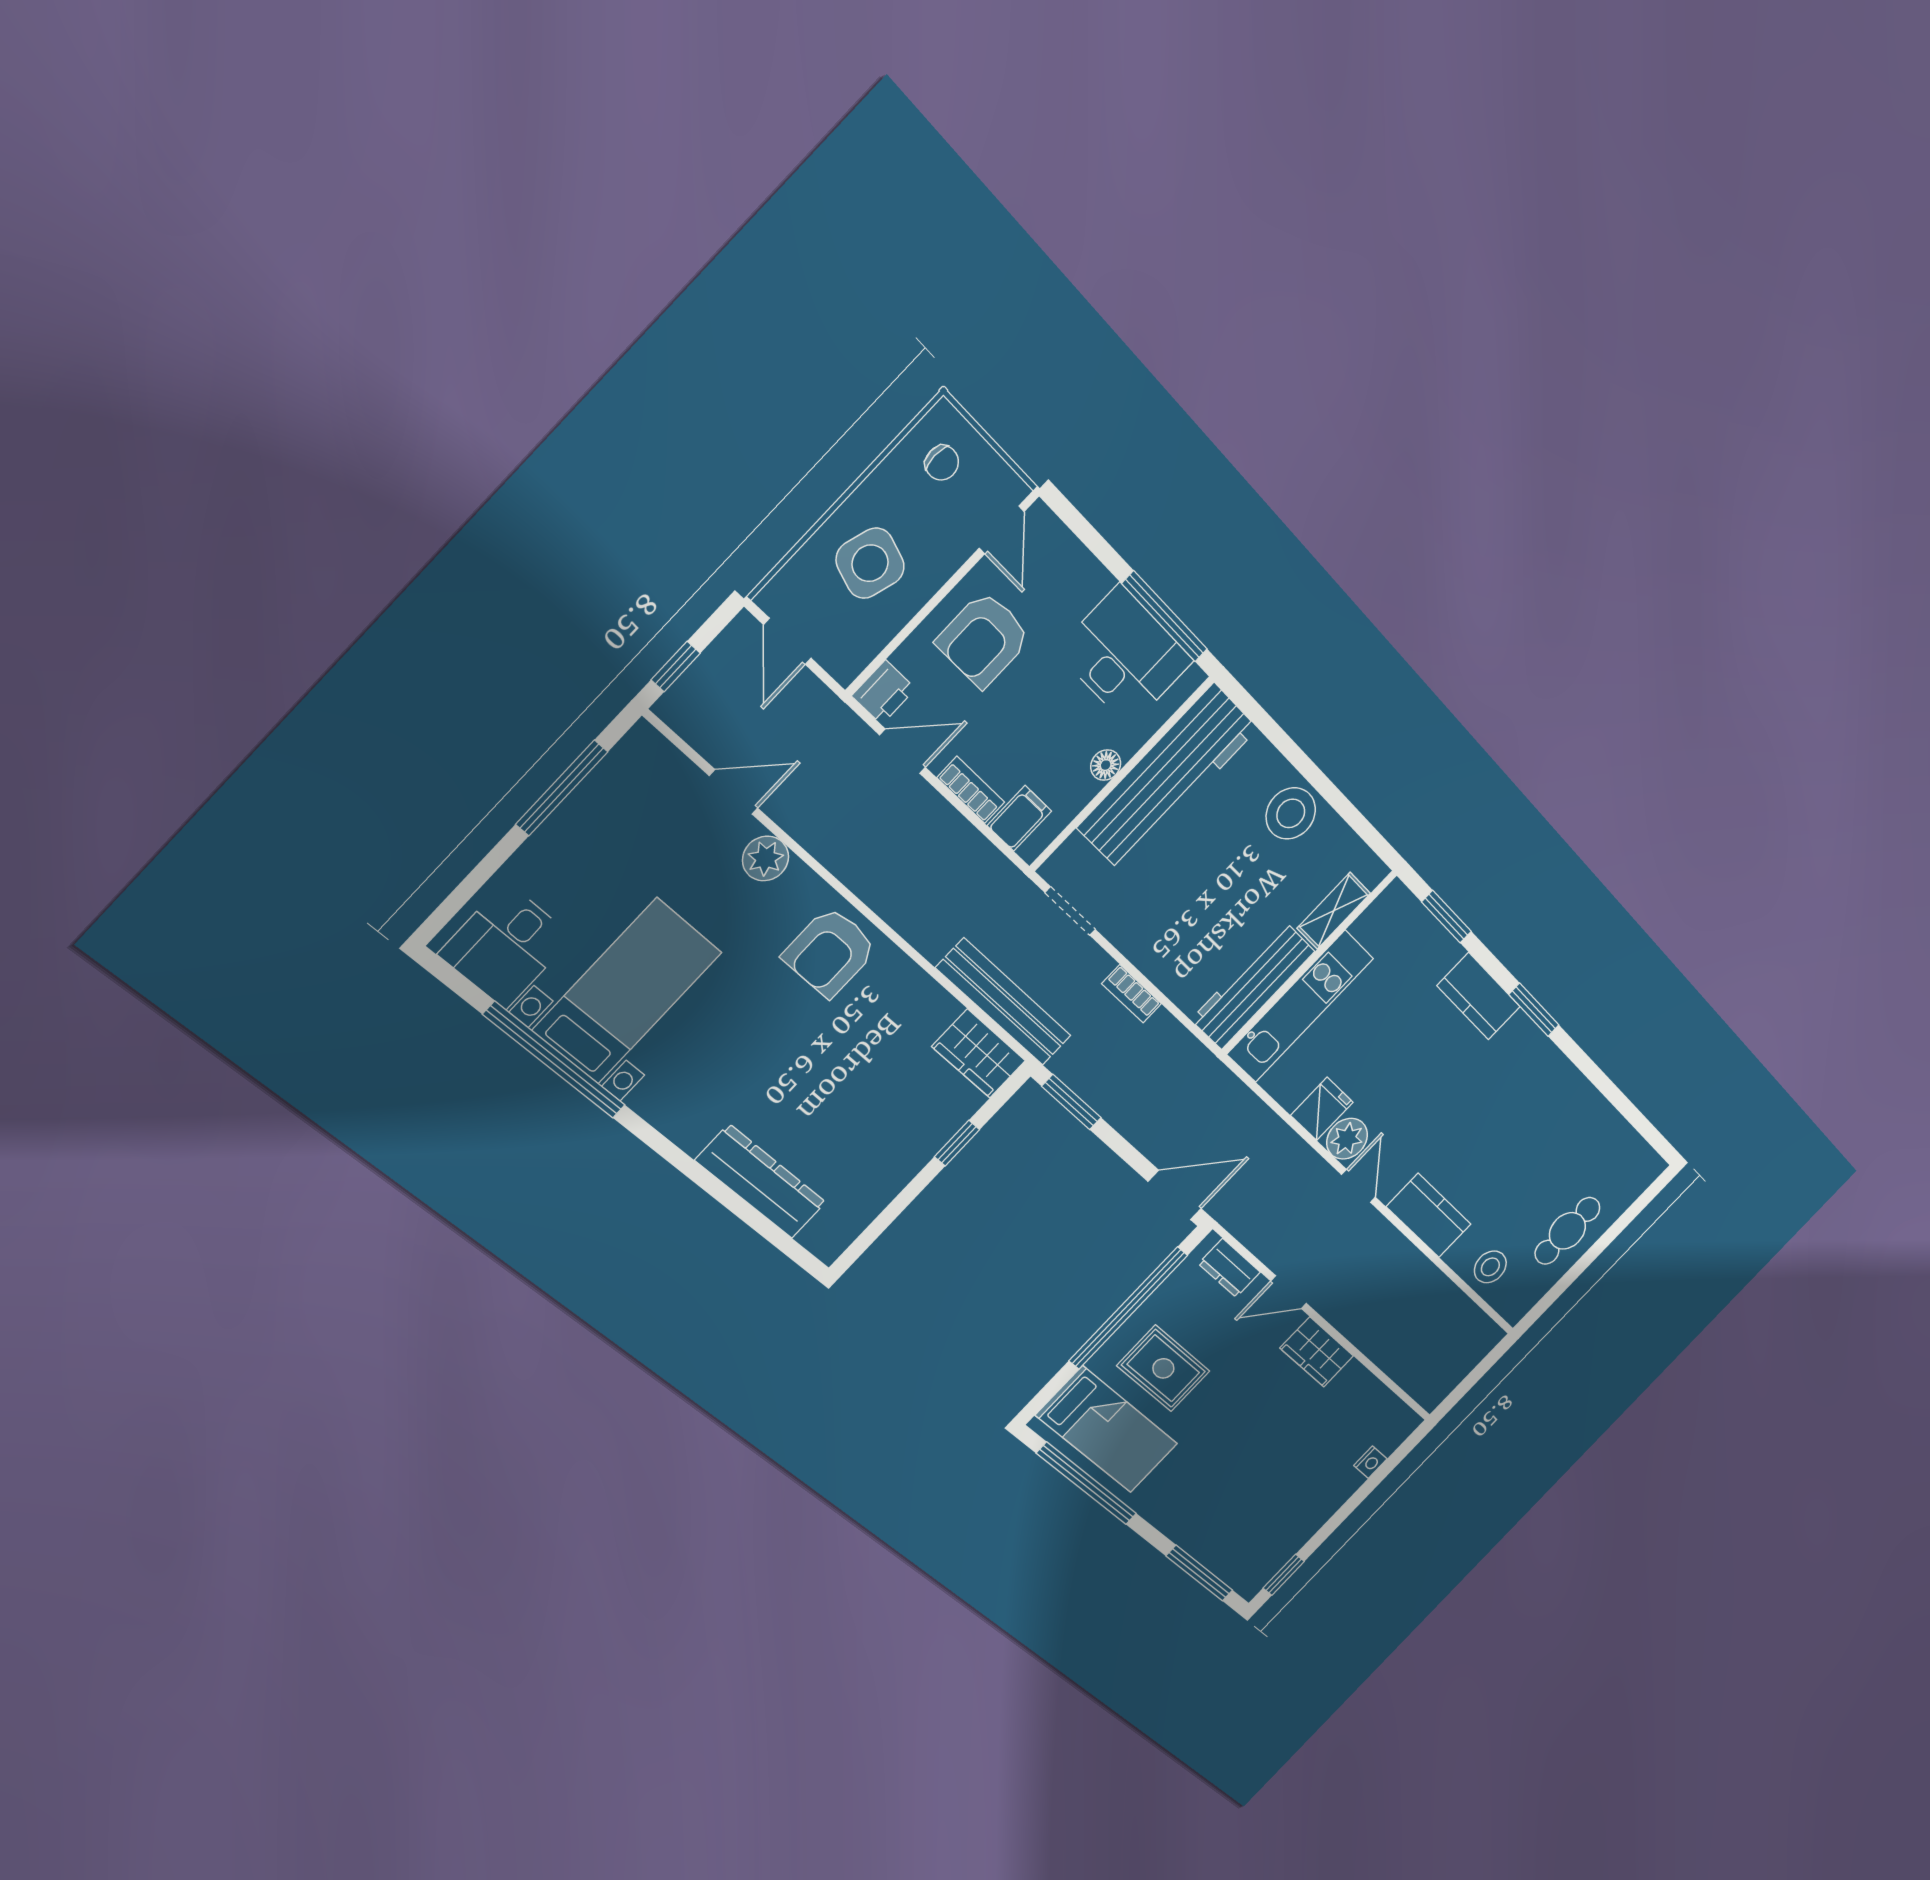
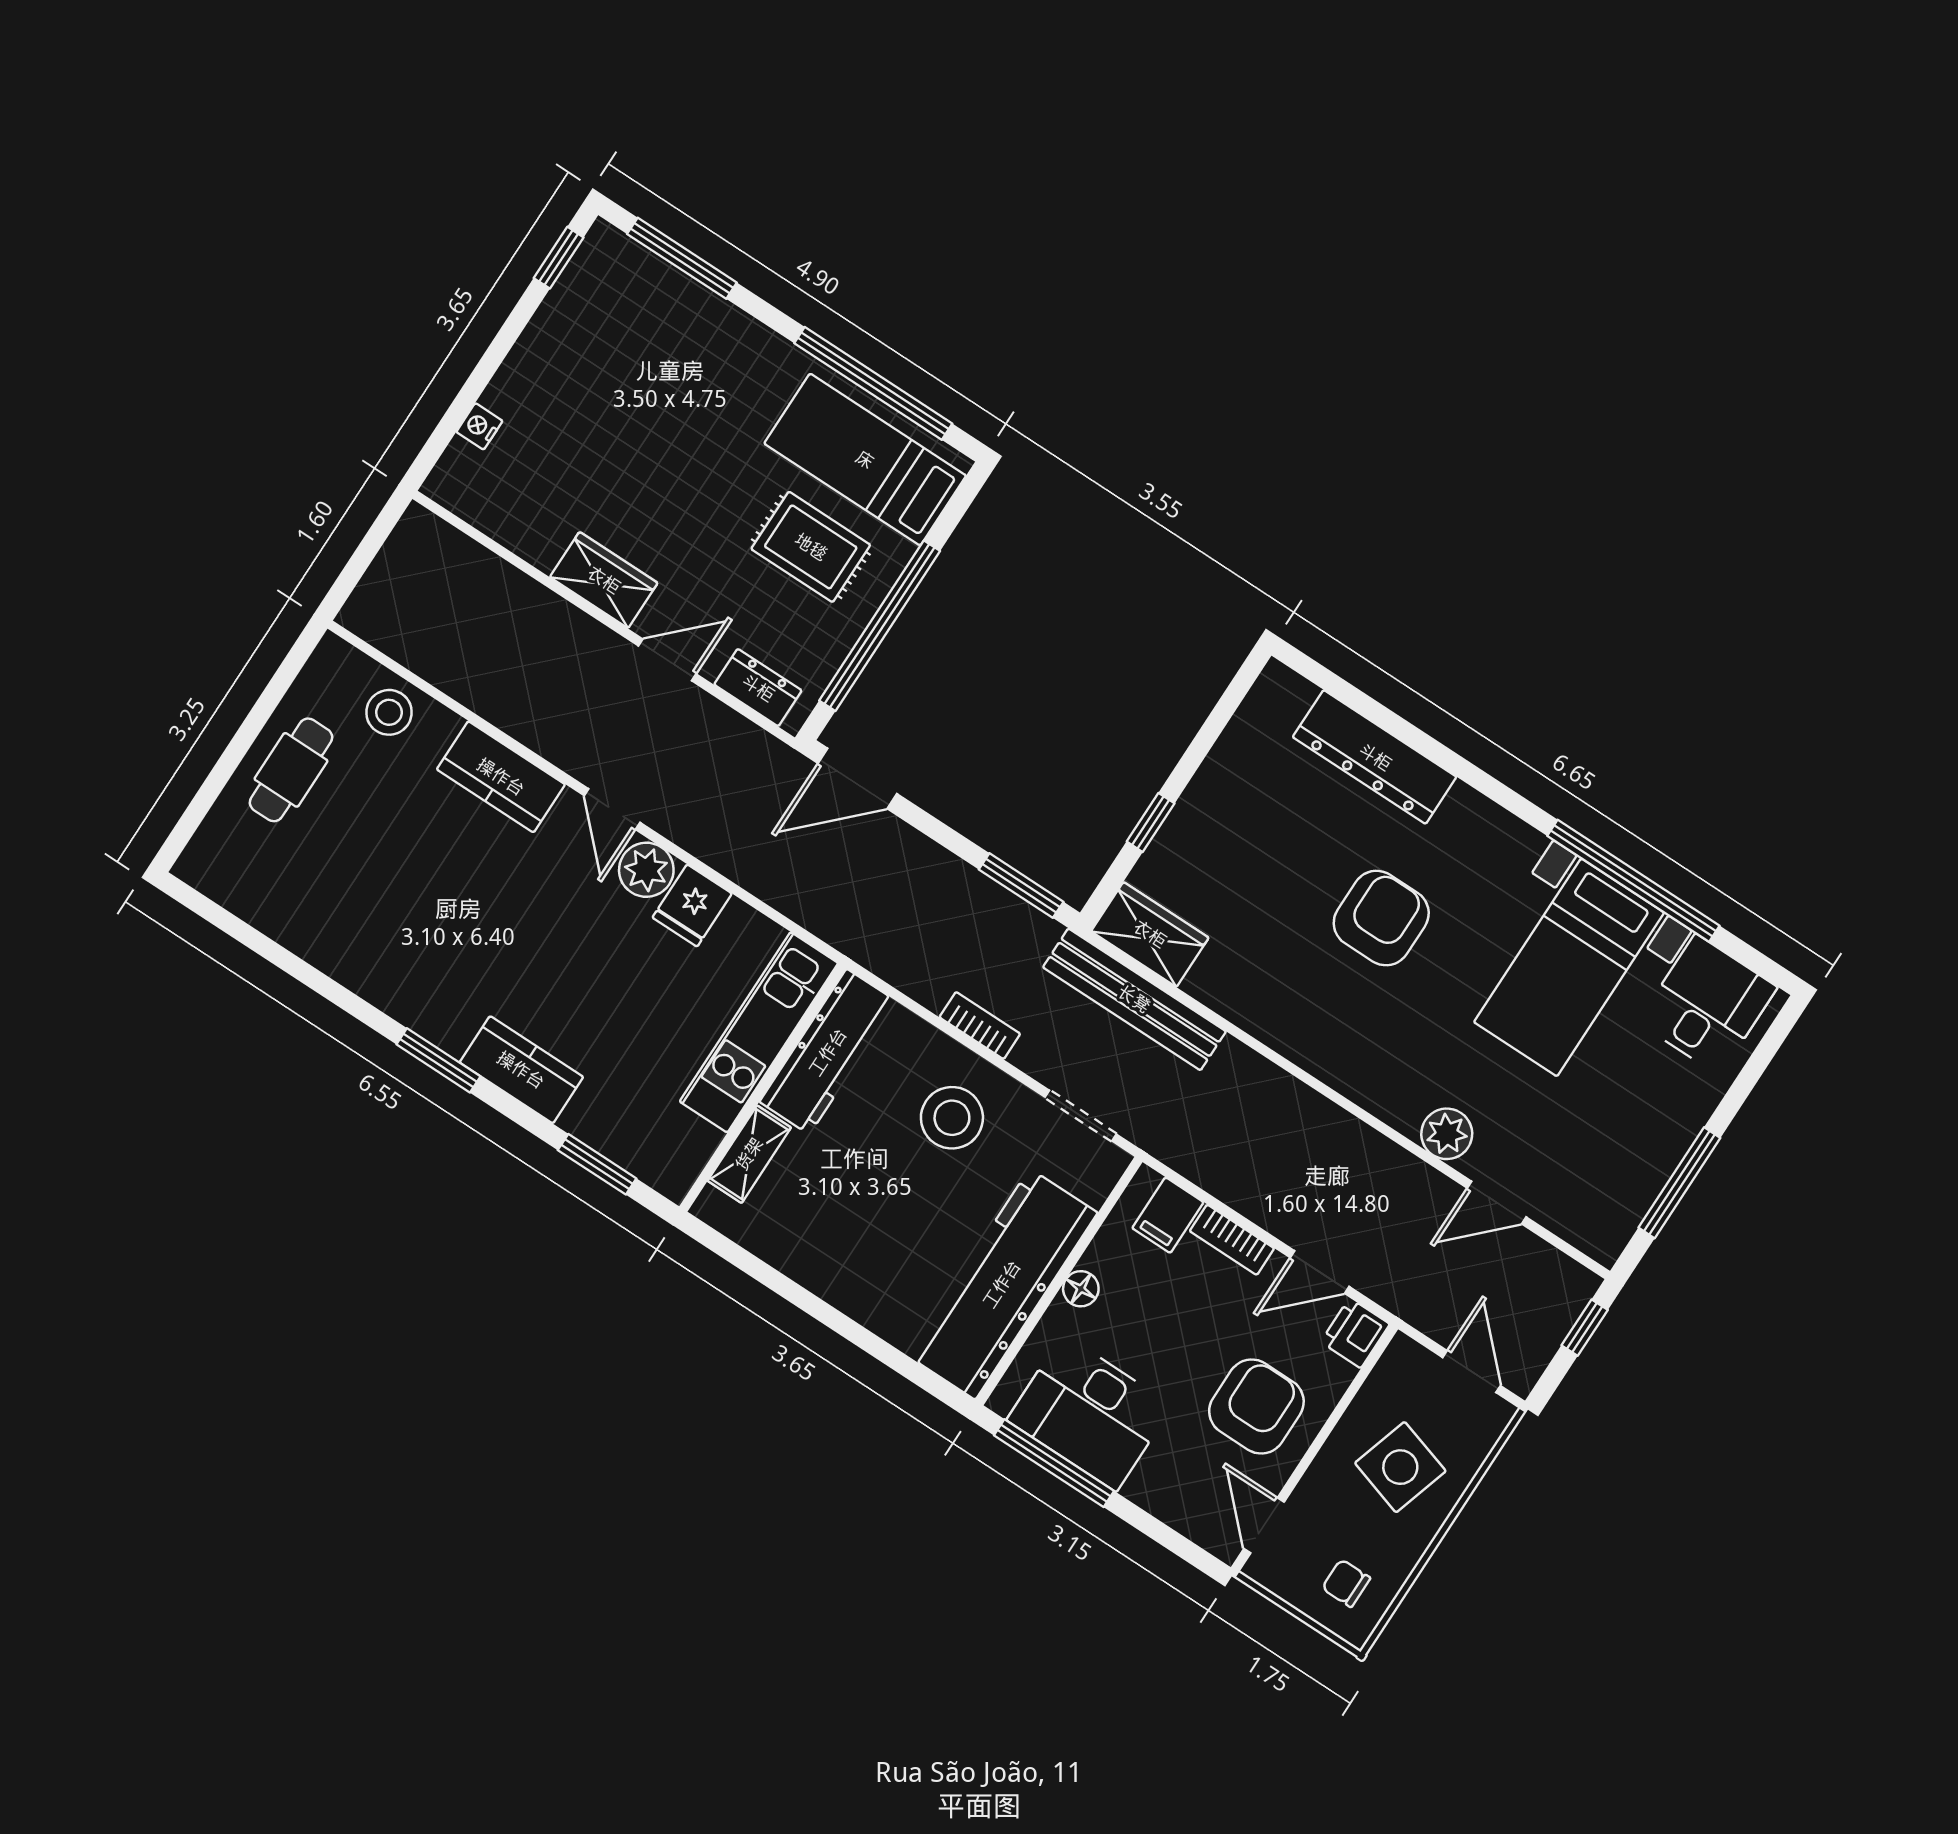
stool: (1291, 813) -> (952, 1118), moved
armchair: (830, 952) -> (1381, 918), moved

